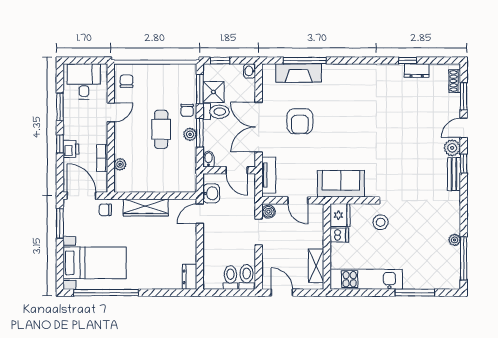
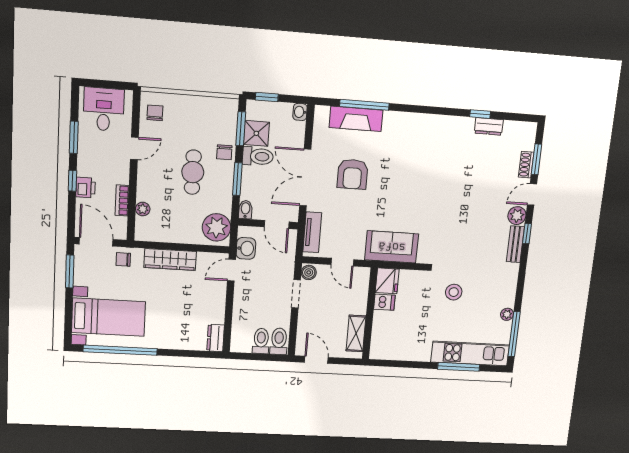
shoe rack: (455, 81) -> (526, 165), moved
plant: (190, 134) -> (216, 227), moved, width x1.87, depth x1.87
stool: (381, 222) -> (454, 292), moved
kitchen unit: (366, 279) -> (470, 353), moved

